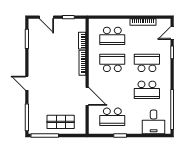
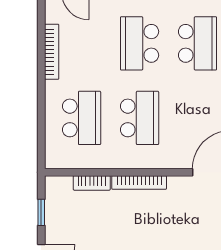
school desk: (112, 63) -> (140, 118), turned 180

